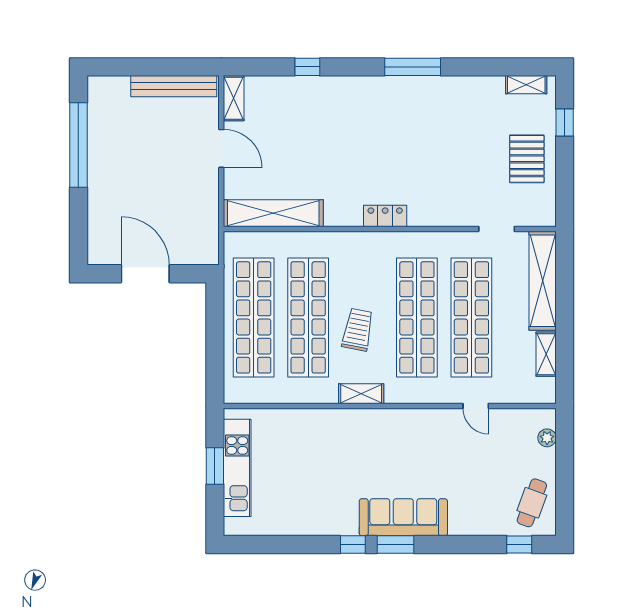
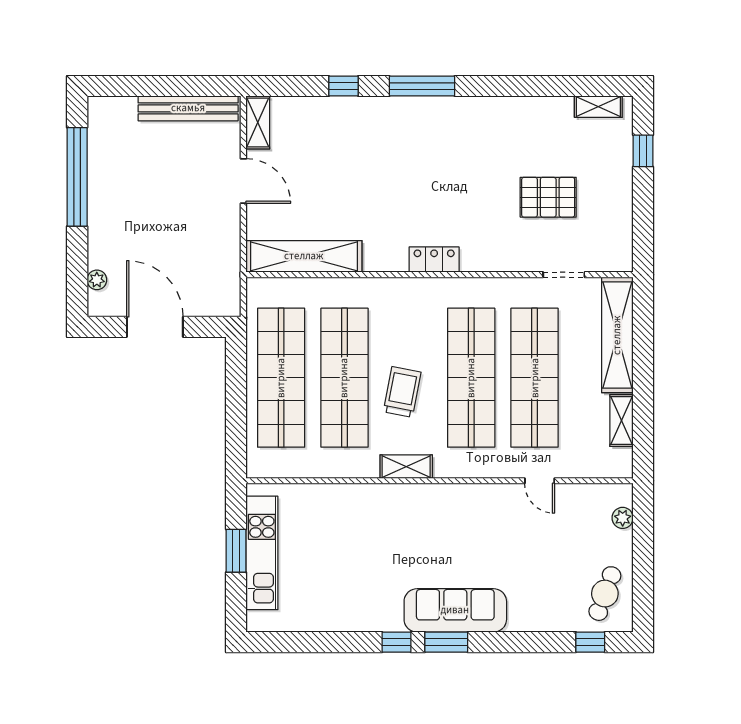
window: (413, 67) -> (422, 86), moved
pallet: (527, 159) -> (548, 197), moved, turned 90
plant: (95, 233) -> (97, 280), added

